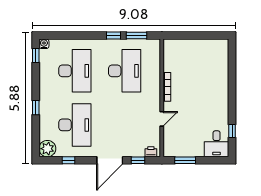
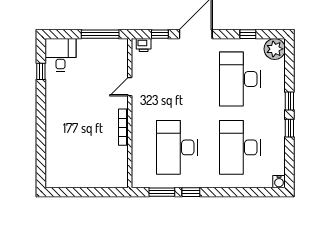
window: (36, 56) -> (289, 128), moved
window: (185, 160) -> (100, 34), width x1.44

